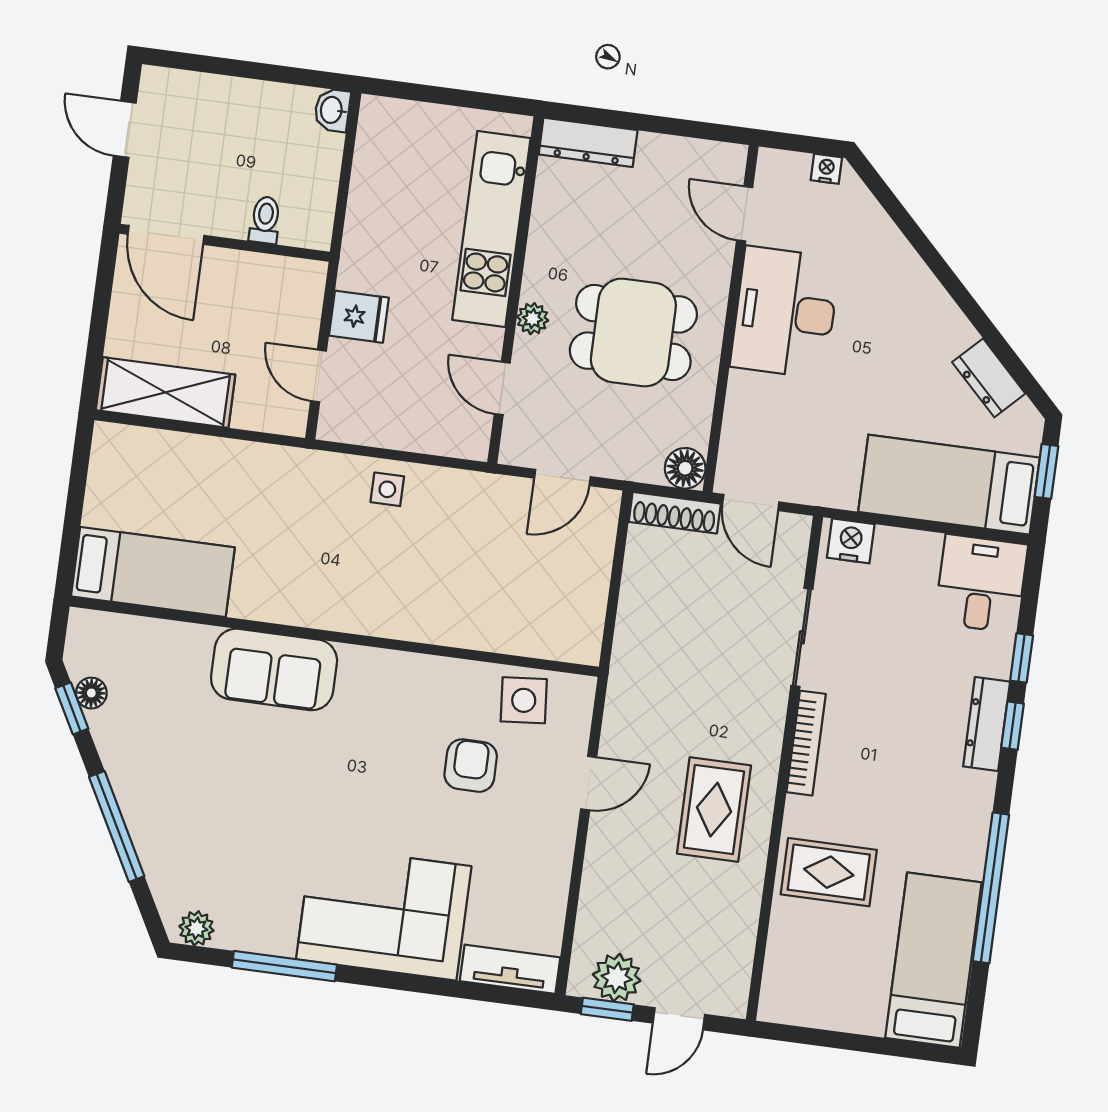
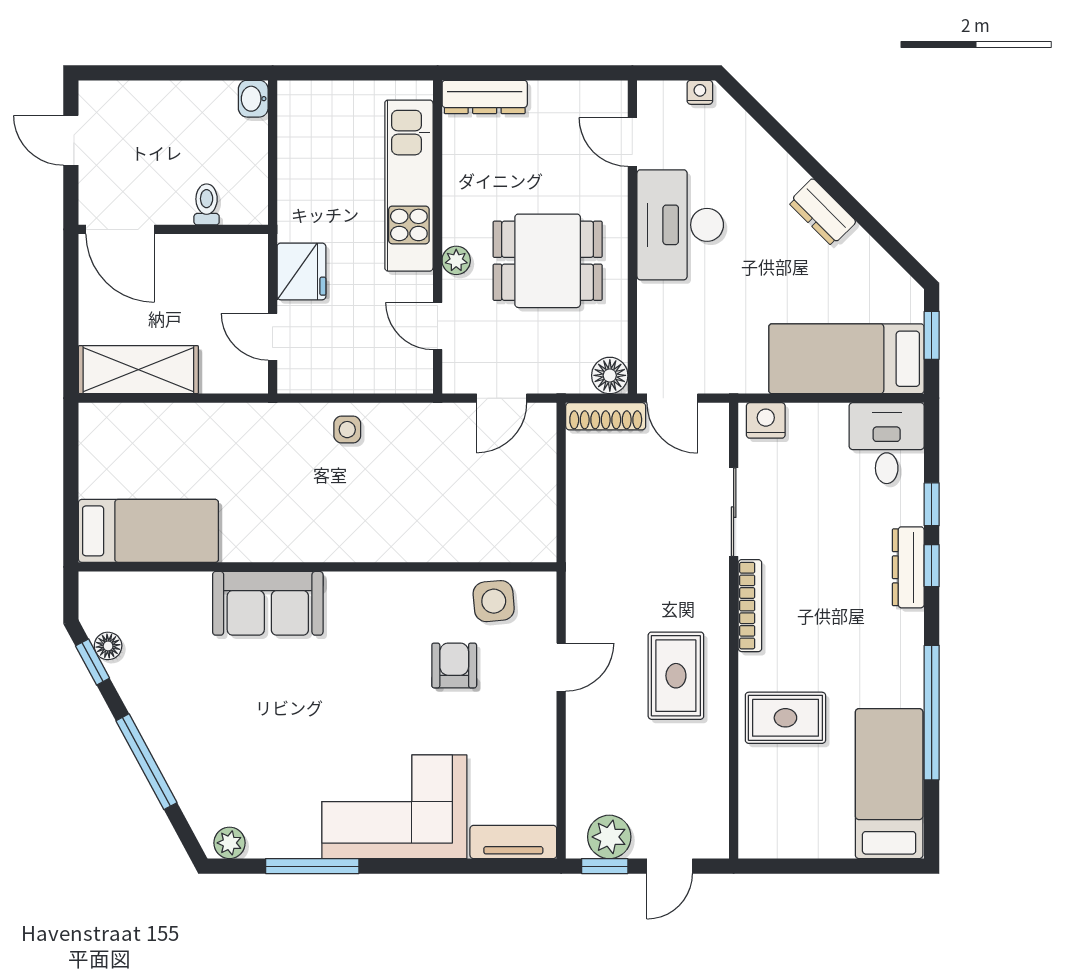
fridge: (359, 317) -> (301, 271), width x1.38
dresser: (989, 378) -> (822, 212), moved

